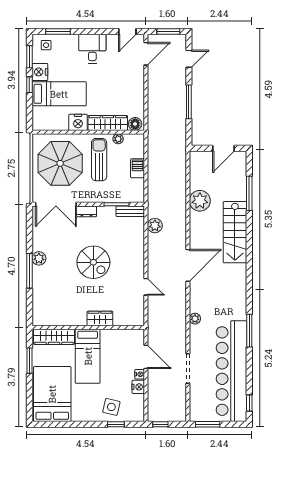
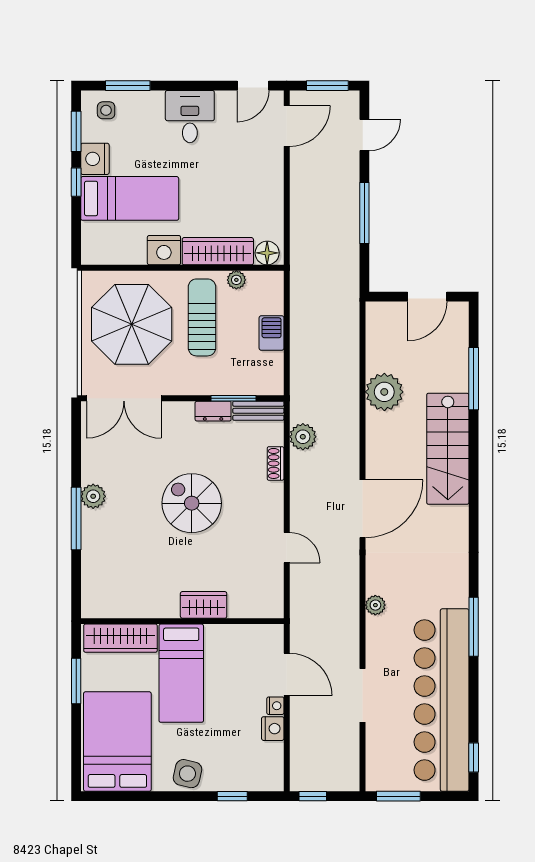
dresser: (86, 211) -> (213, 411), moved
shoe rack: (140, 240) -> (276, 463), added
spiral stairs: (93, 262) -> (192, 503), turned 180
side table: (111, 407) -> (187, 774), moved

